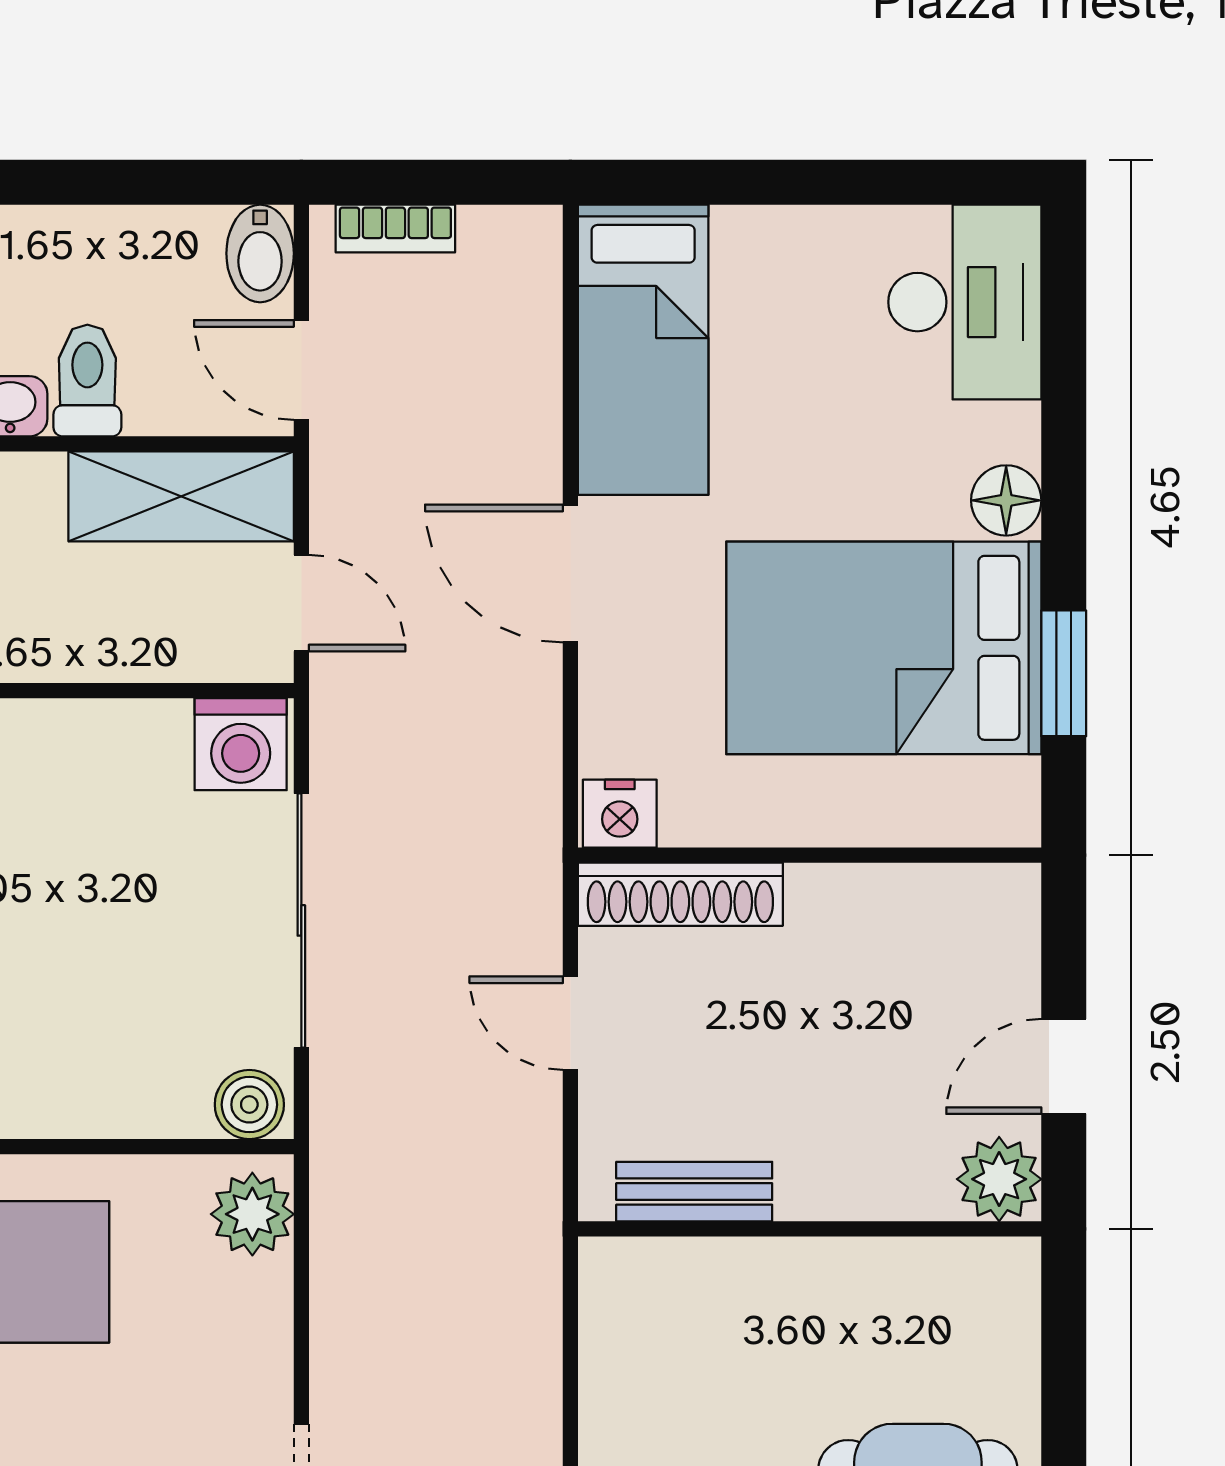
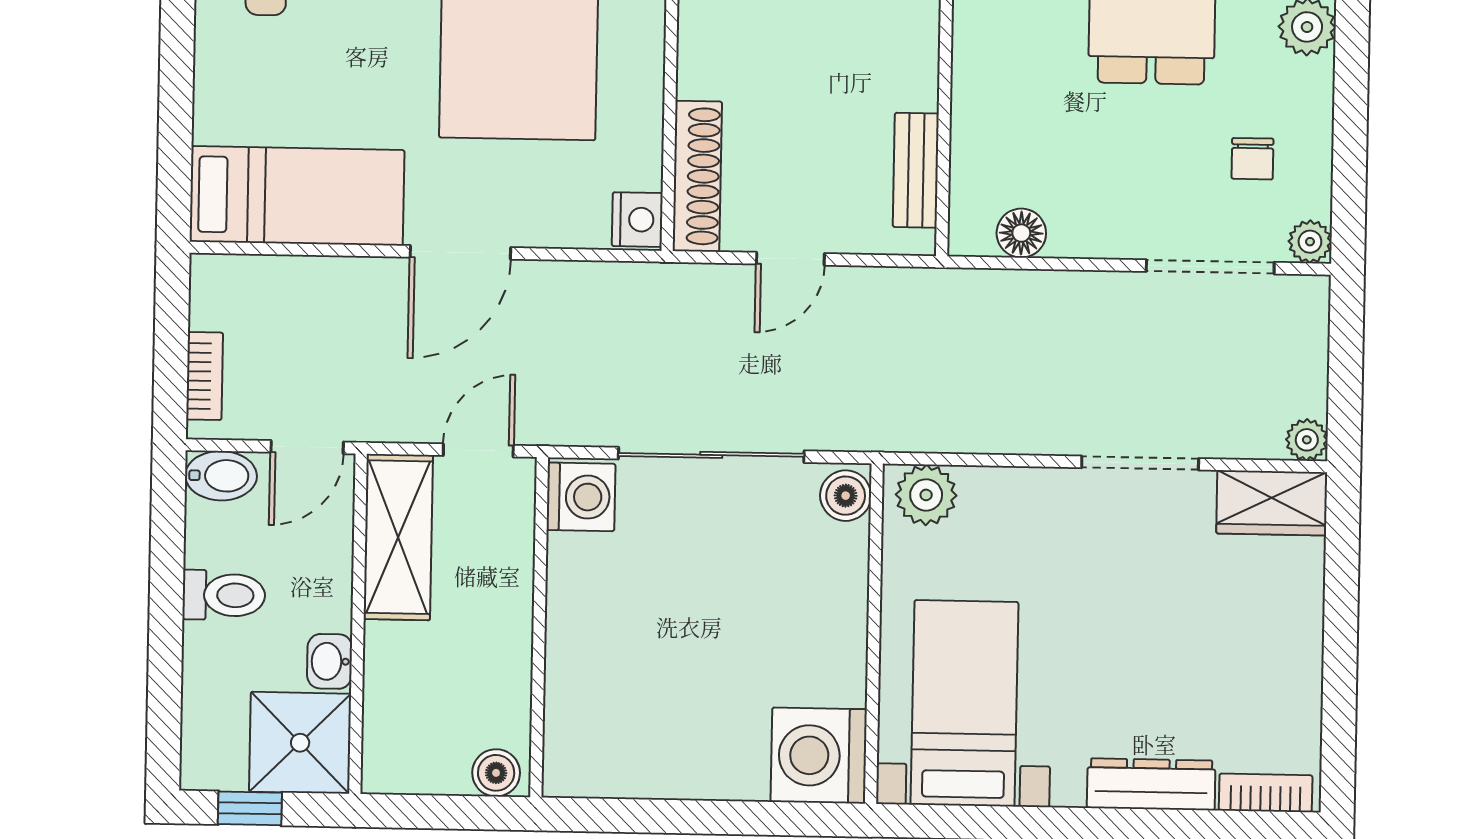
toilet: (87, 381) -> (224, 595), moved, turned 180
floor lamp: (611, 1337) -> (1021, 233), added

